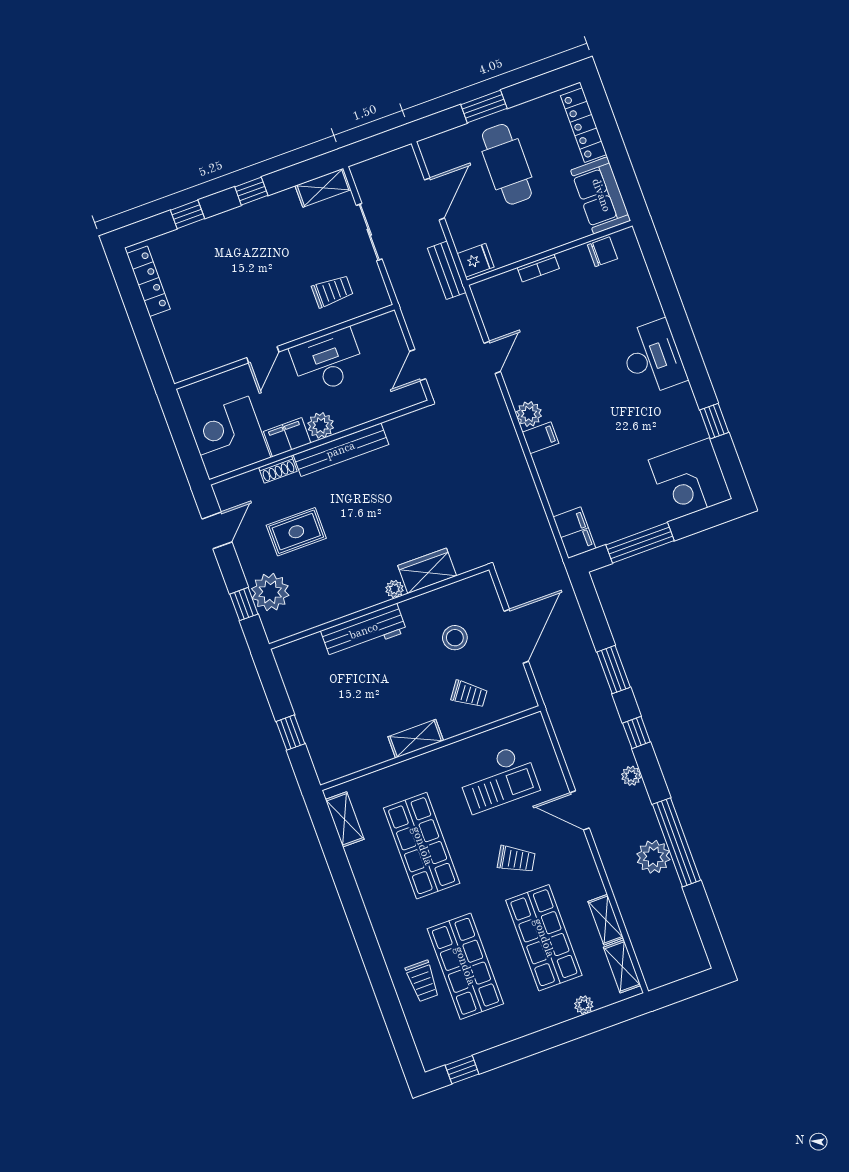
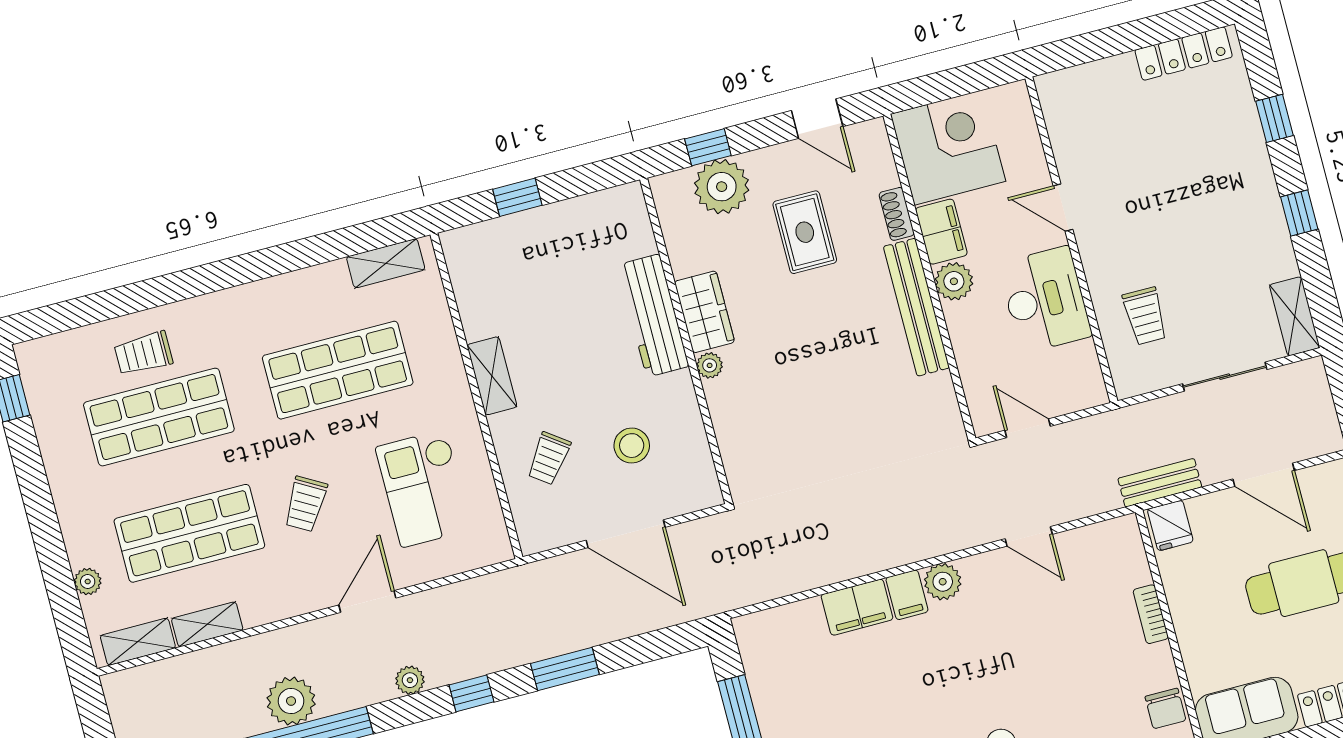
filing cabinet: (574, 533) -> (857, 607), moved
wardrobe: (427, 571) -> (704, 312), moved

